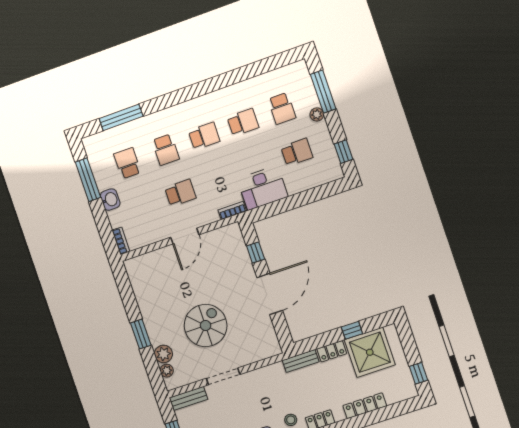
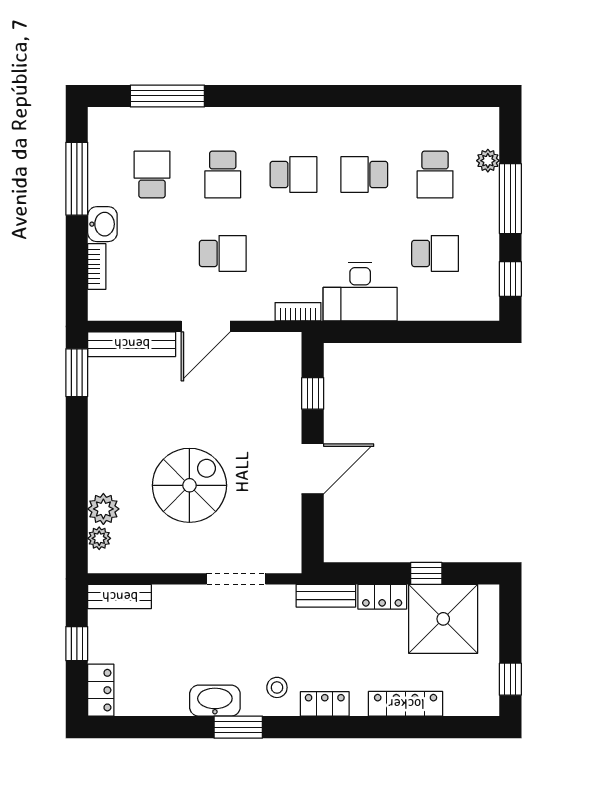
window: (323, 92) -> (510, 199), moved
plant: (317, 114) -> (488, 161), moved
school desk: (243, 122) -> (364, 175), turned 180
bookcase: (121, 241) -> (97, 267), moved
bench: (148, 259) -> (132, 344), added
door: (270, 294) -> (313, 469), width x0.73
window: (141, 334) -> (77, 373), moved
doorway: (223, 376) -> (236, 579), moved

